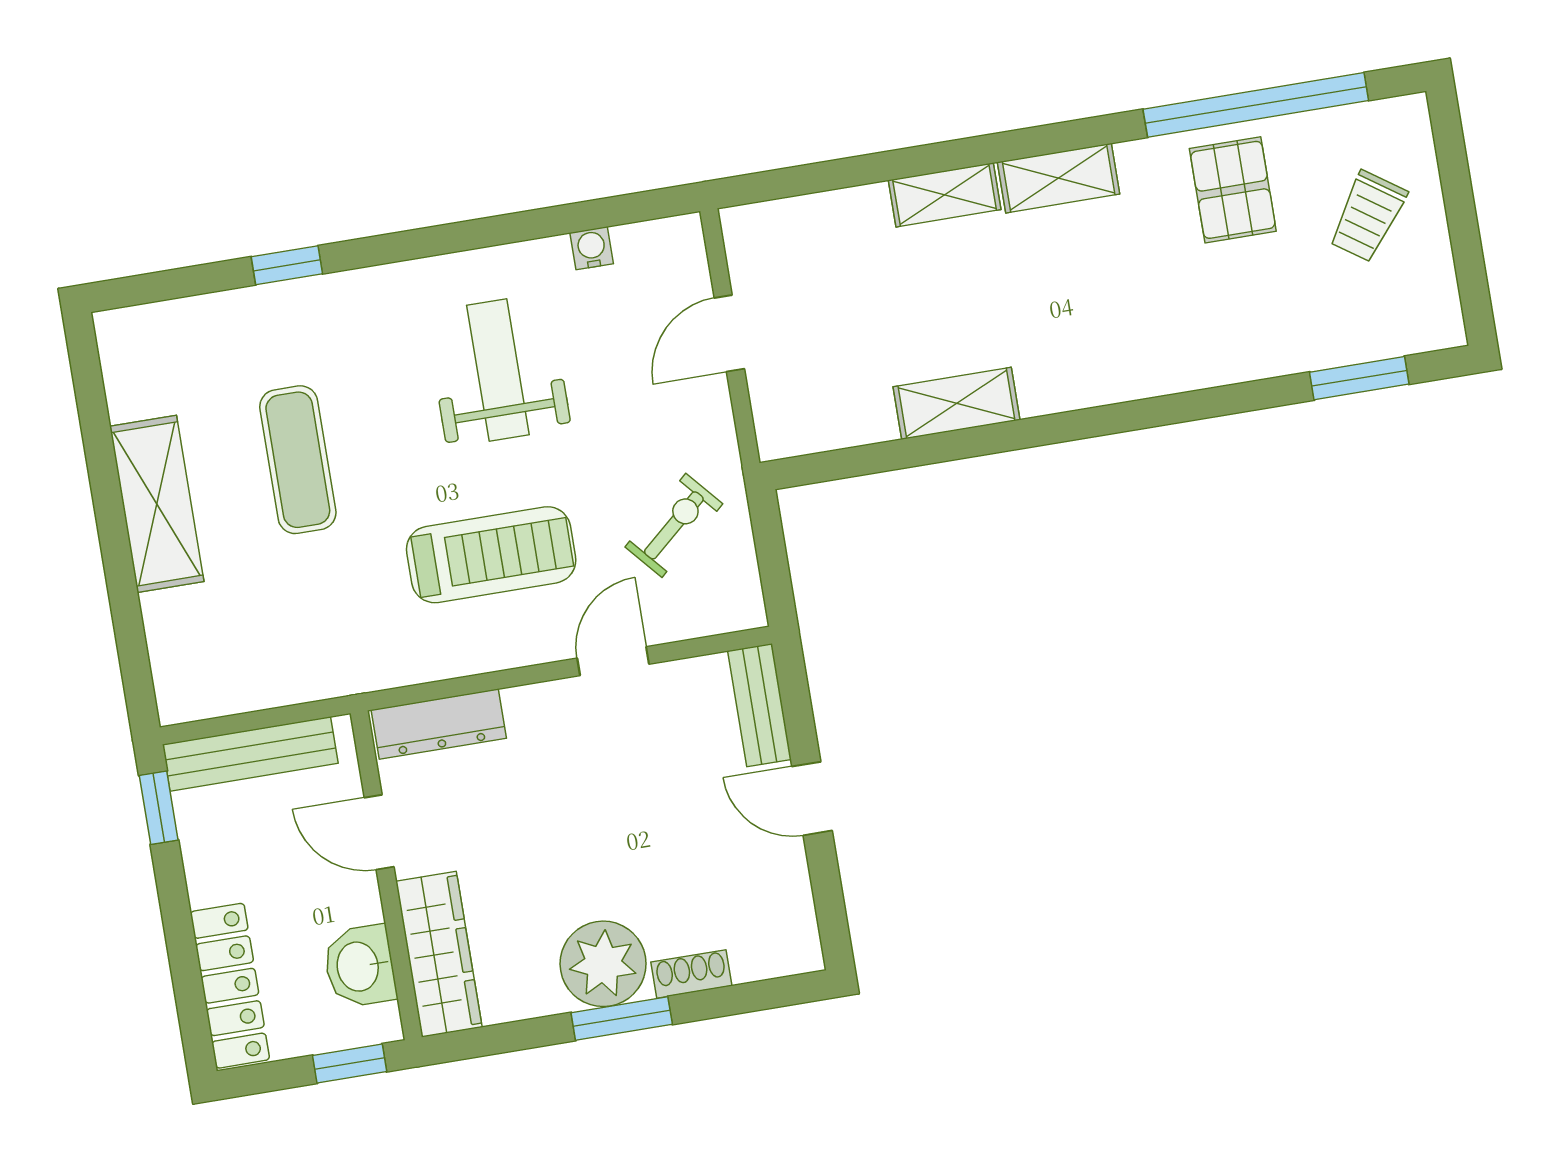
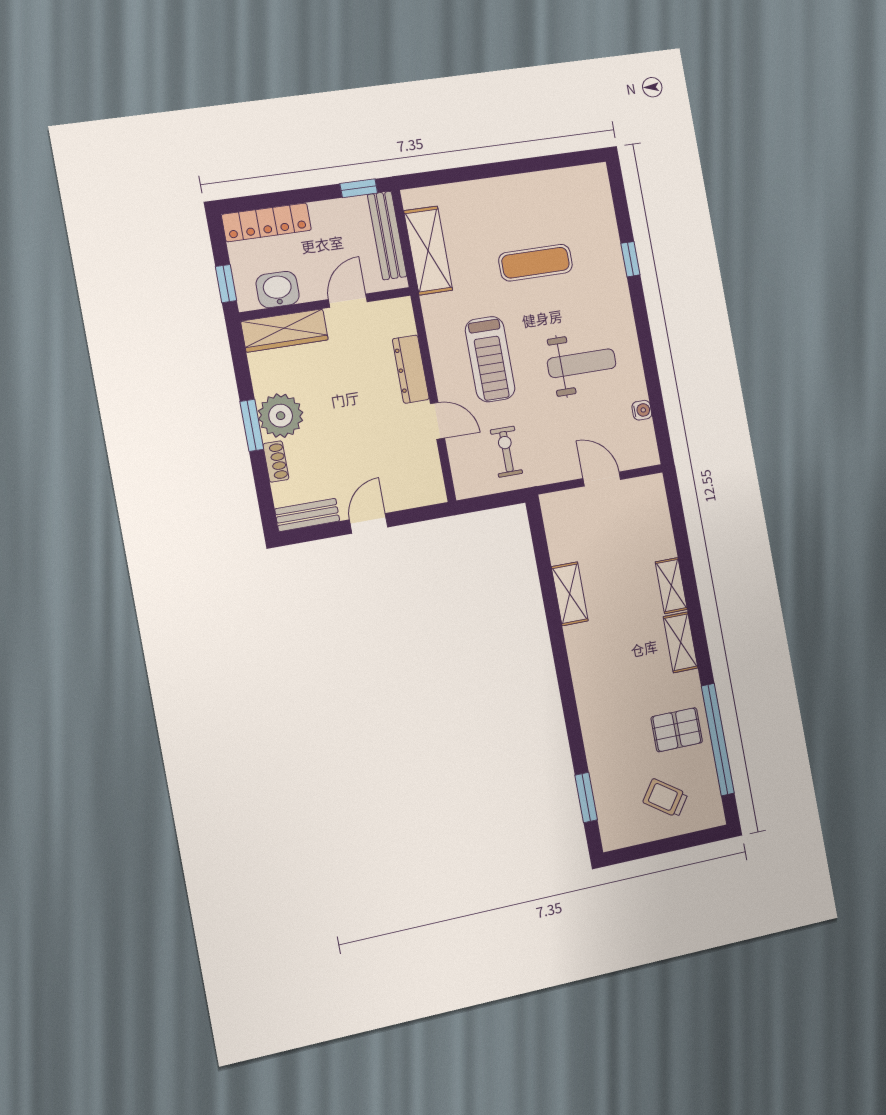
shelving: (157, 504) -> (428, 251), moved, turned 90
exercise bike: (674, 525) -> (506, 452), turned -139
bench: (759, 705) -> (307, 515), moved
dresser: (439, 724) -> (411, 369), moved

